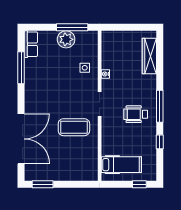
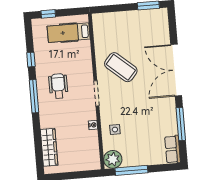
plant: (66, 39) -> (113, 159), moved
wheelchair: (136, 114) -> (58, 86), turned -90
coffee table: (74, 127) -> (121, 67), turned 41
double door: (21, 139) -> (176, 70), moved

